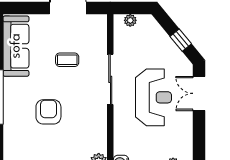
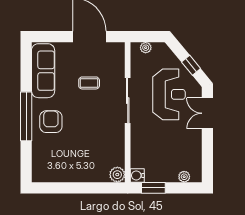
reception desk: (153, 97) -> (169, 94), moved
armchair: (48, 112) -> (51, 122), moved

